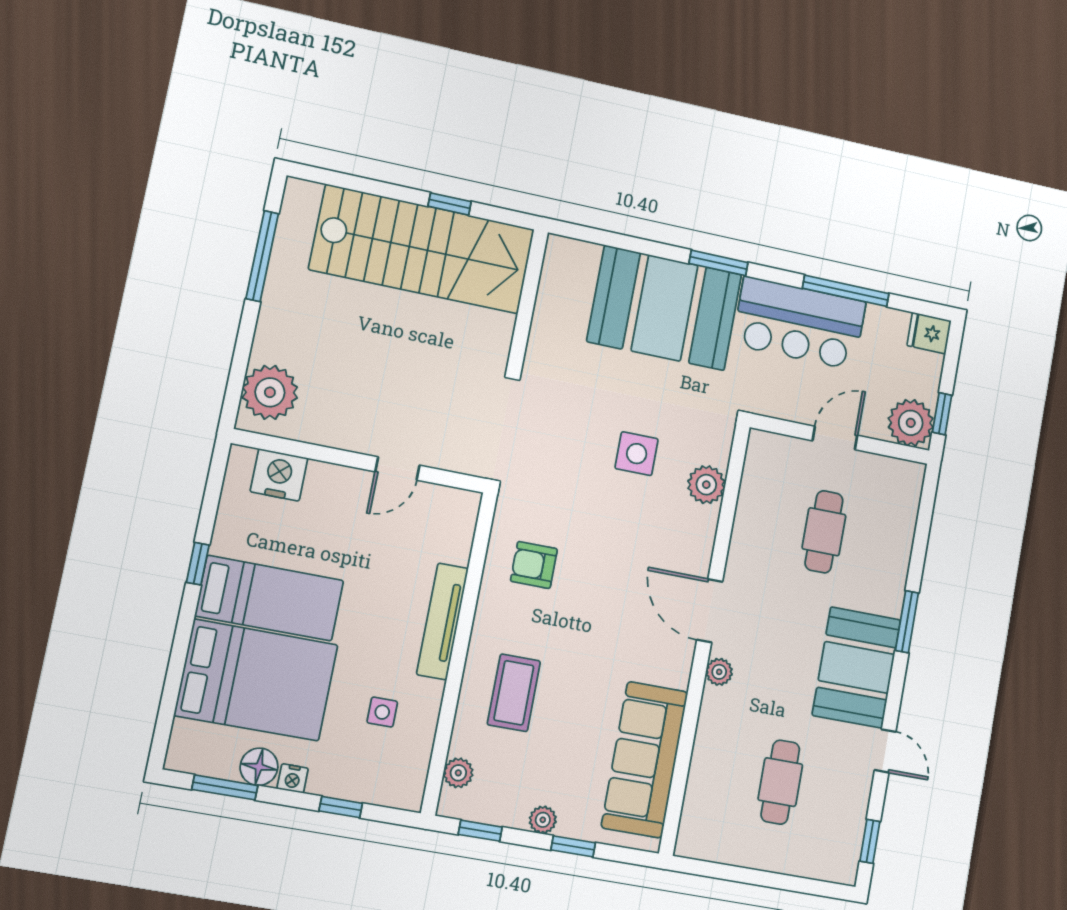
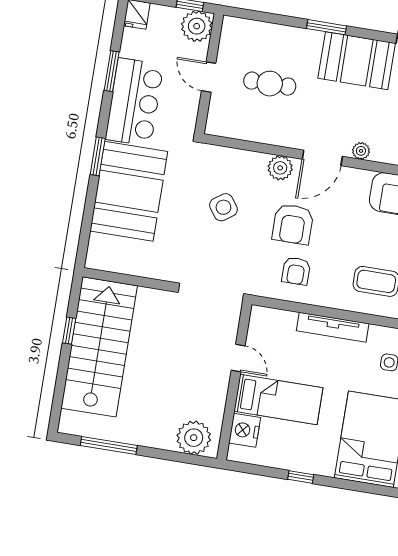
window: (846, 291) -> (112, 71), width x0.69
side table: (637, 454) -> (223, 207), turned -36
plant: (706, 485) -> (280, 168), moved
armchair: (608, 562) -> (293, 224), added
bed: (269, 598) -> (278, 399), moved, turned 90

